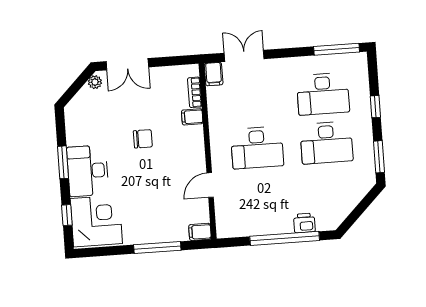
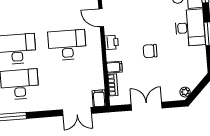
double door: (127, 64) -> (147, 106), moved
printer: (196, 151) -> (111, 42), added
door: (210, 185) -> (101, 18), swing flipped

